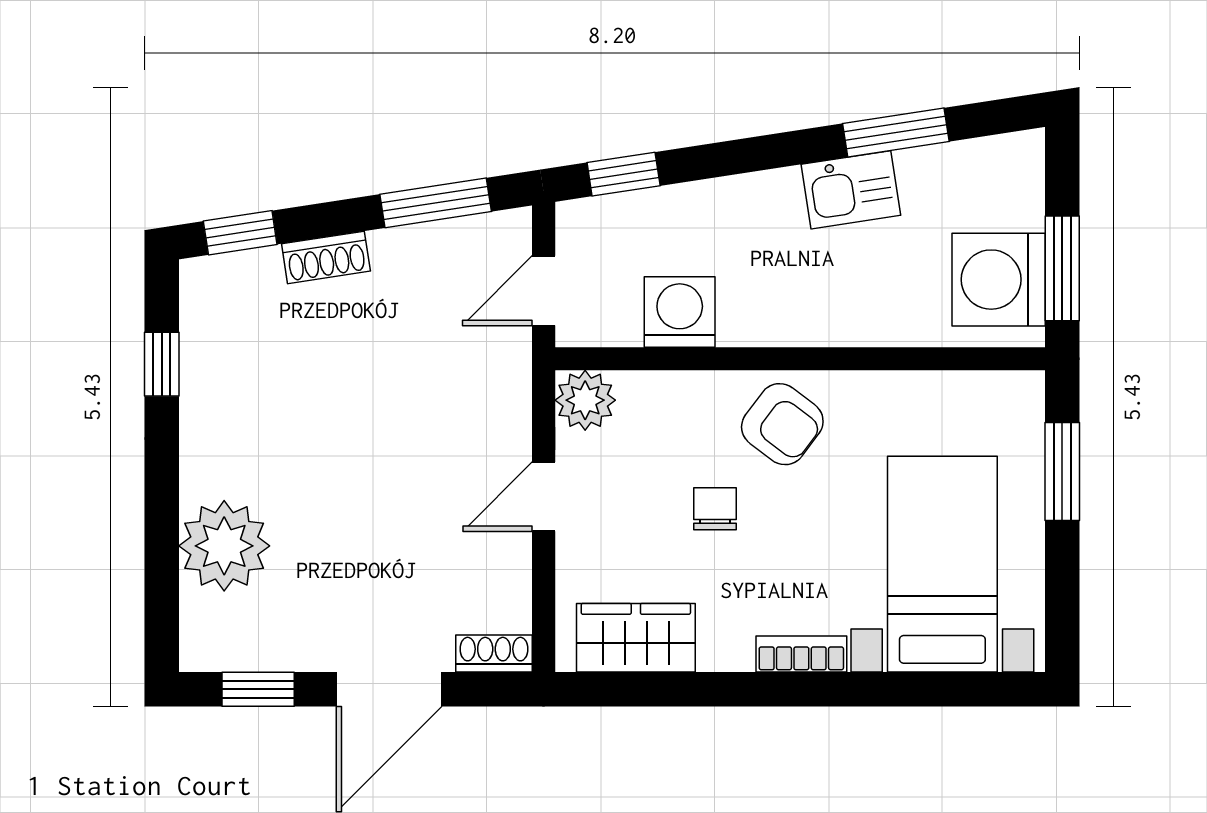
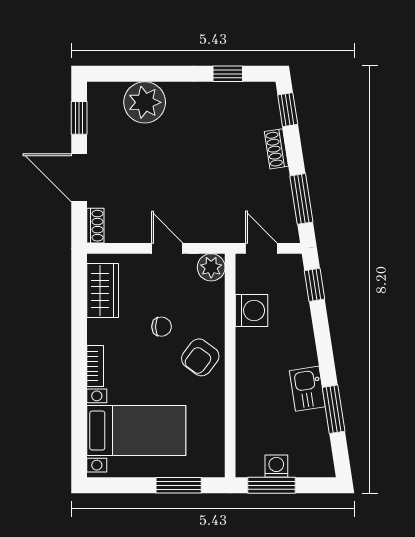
washing machine: (999, 280) -> (276, 466), width x0.53, depth x0.53

